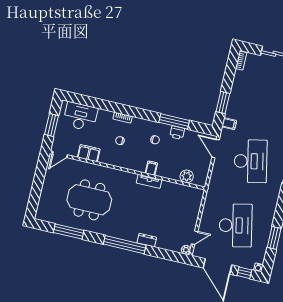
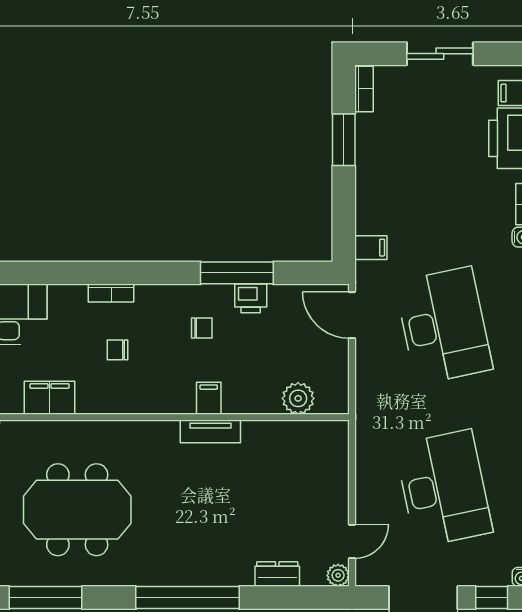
window: (223, 103) -> (344, 140), moved
dresser: (147, 240) -> (277, 574), moved

